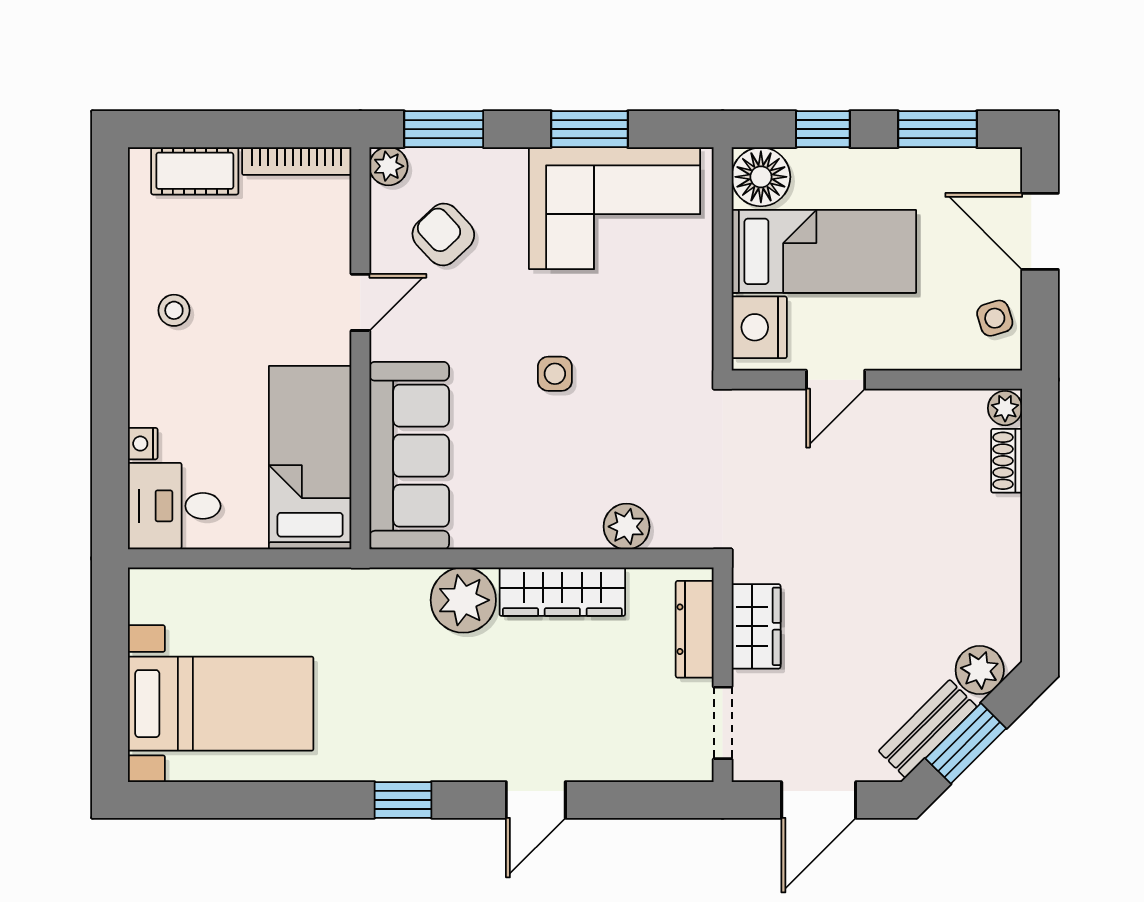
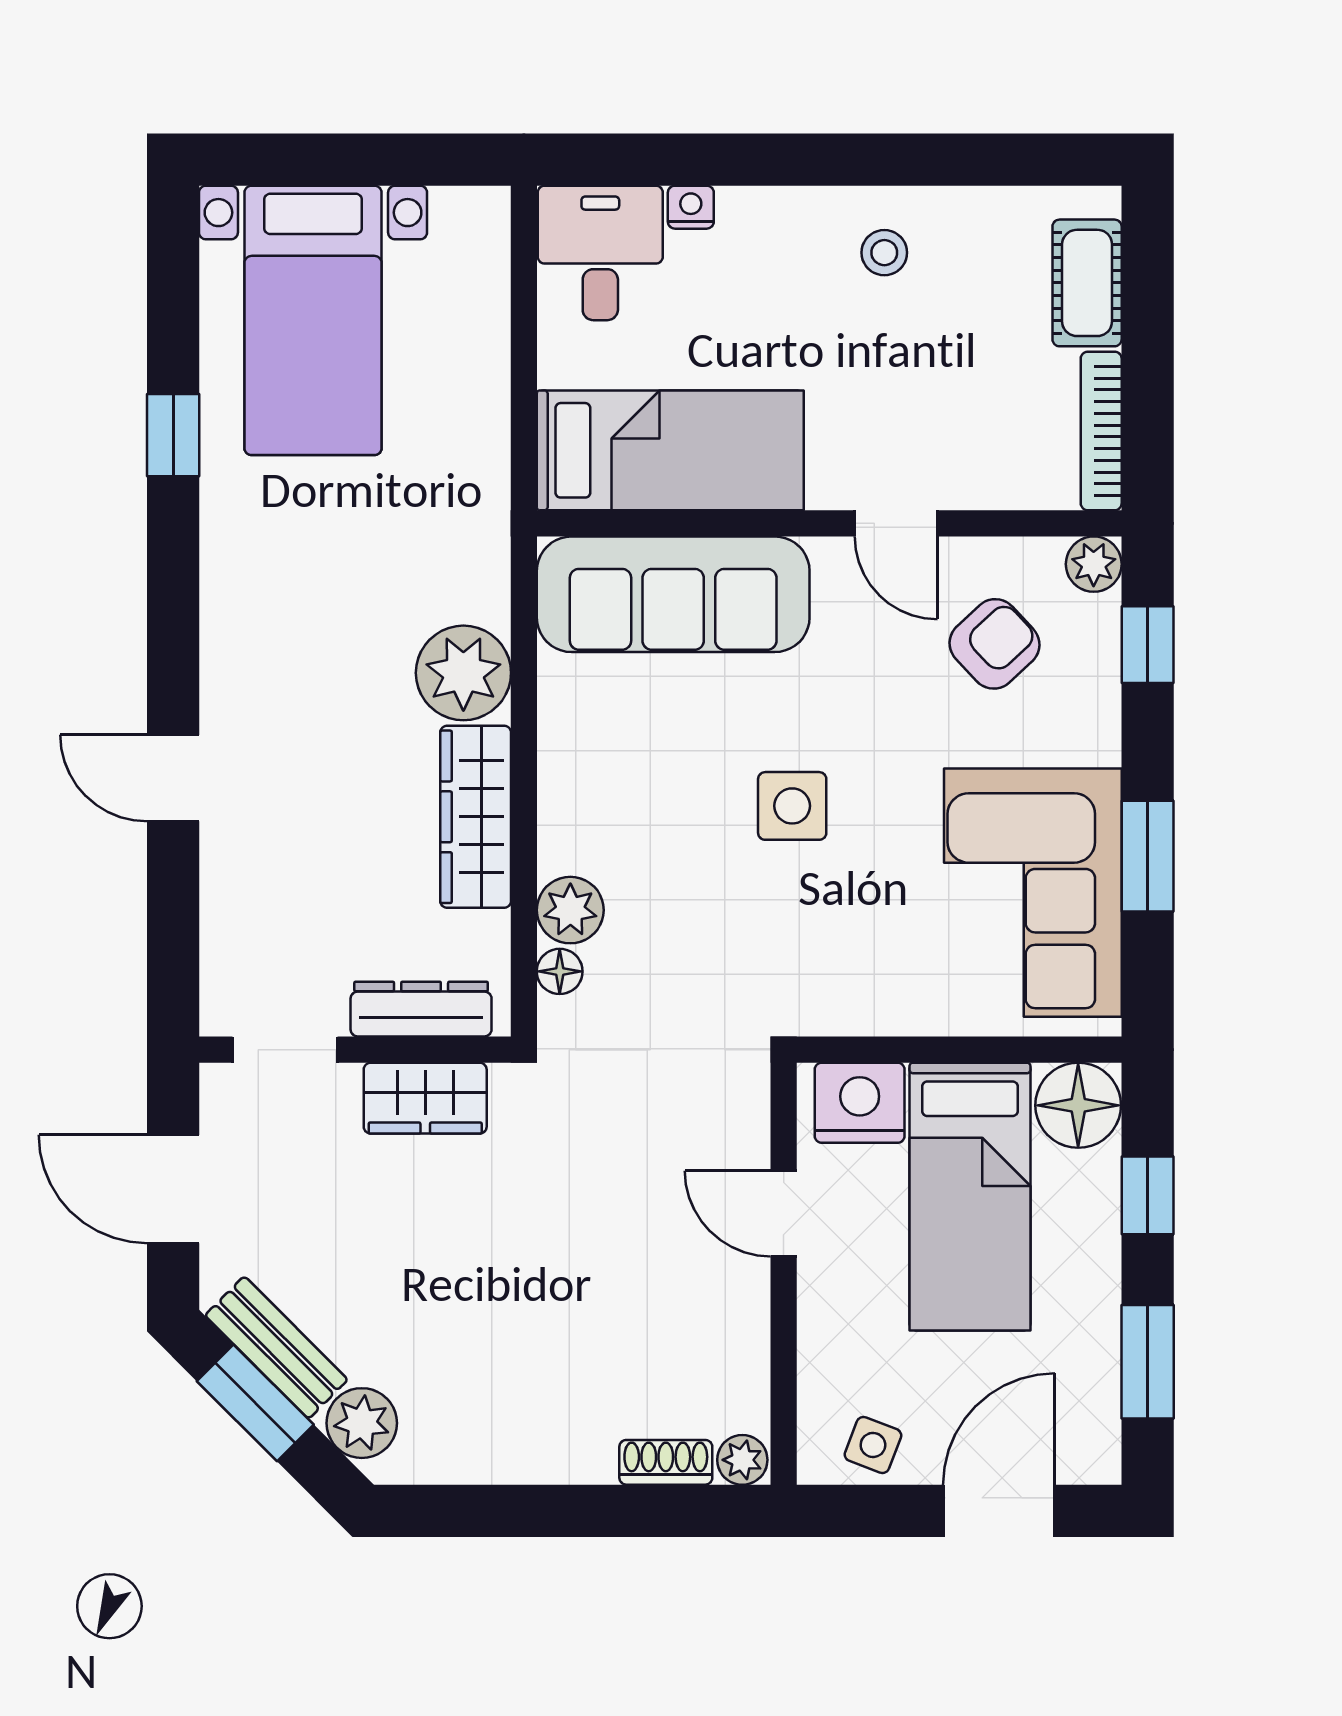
window: (444, 129) -> (1148, 645), width x0.67
side table: (995, 318) -> (873, 1445), turned 38
side table: (555, 374) -> (792, 806), width x1.37, depth x1.37
floor lamp: (669, 534) -> (560, 971), added
window: (403, 800) -> (173, 435), moved

